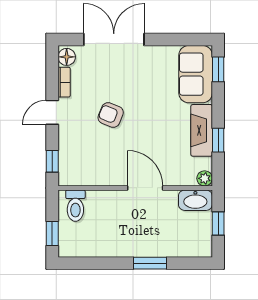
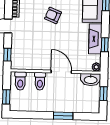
armchair: (111, 115) -> (53, 15), moved
toilet: (109, 205) -> (40, 81), added

